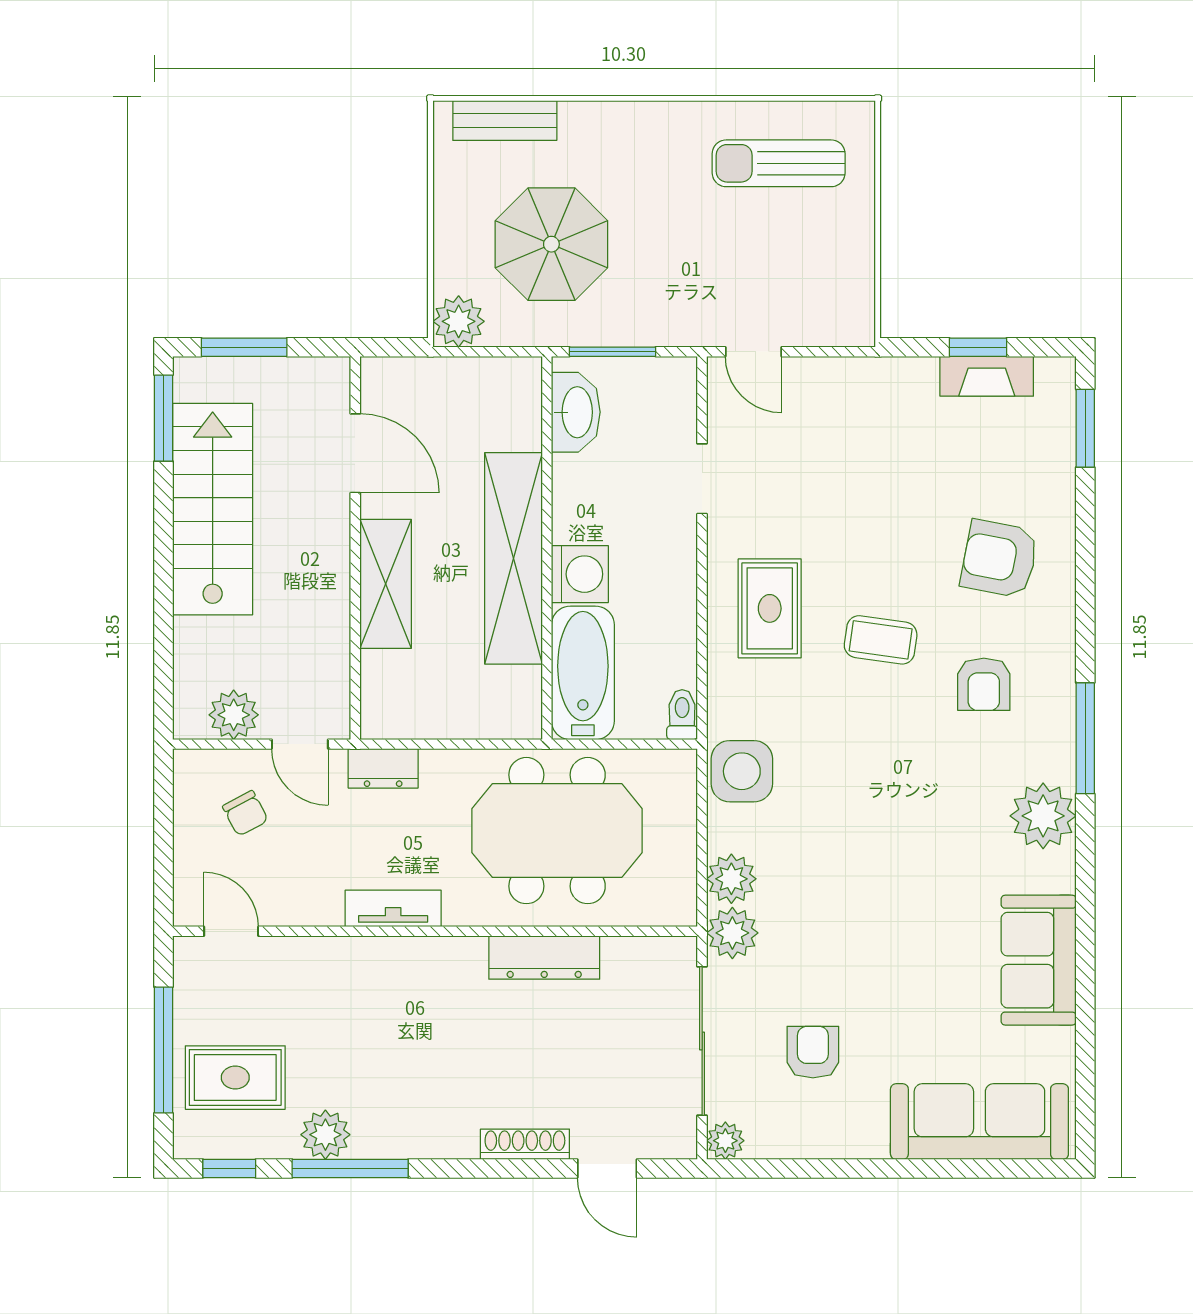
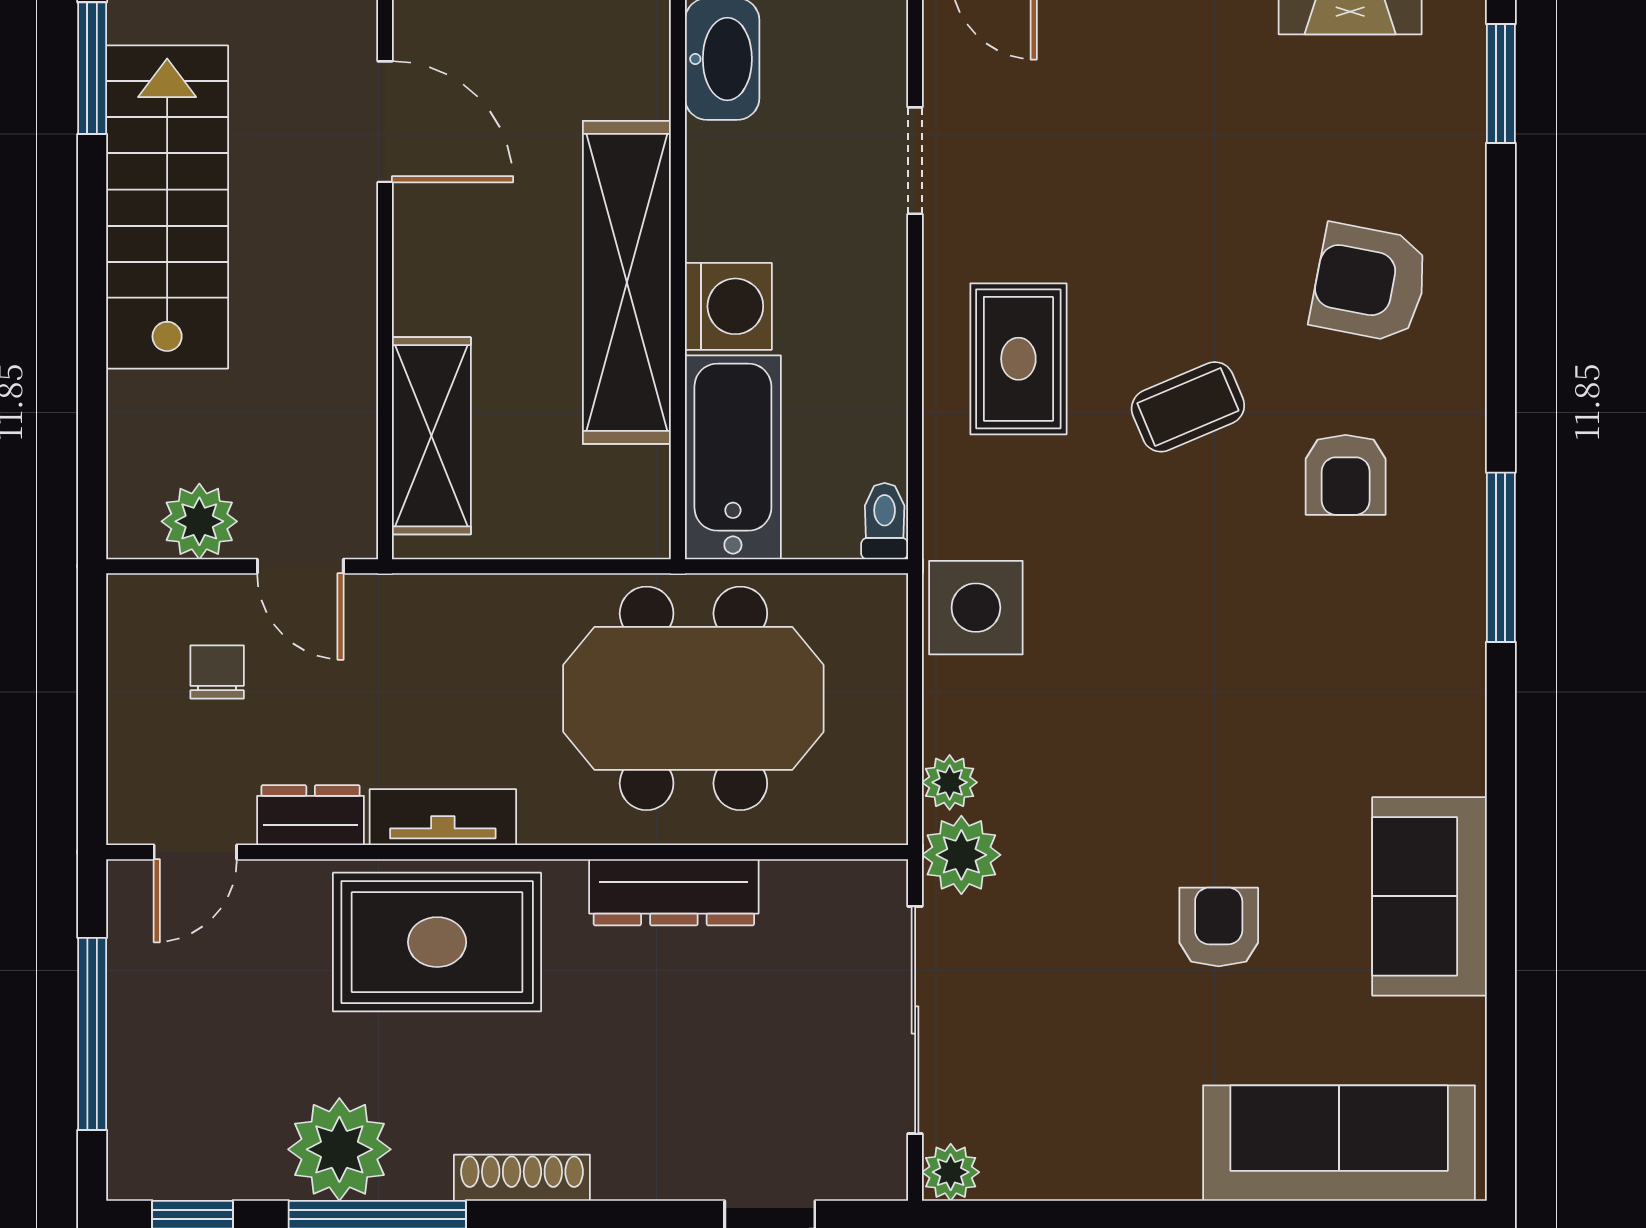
shelving: (386, 584) -> (431, 436), moved
coffee table: (881, 640) -> (1188, 407), turned -31
dresser: (383, 768) -> (311, 815), moved, turned 180
chair: (245, 813) -> (217, 672), turned -152
plant: (1043, 816) -> (1436, 676), removed
plant: (731, 879) -> (950, 782), width x0.73, depth x0.73
door: (231, 931) -> (195, 852), swing flipped
armchair: (813, 1052) -> (1219, 927), moved
rug: (235, 1078) -> (437, 942), moved, width x1.36, depth x1.43
plant: (325, 1135) -> (339, 1149), width x1.36, depth x1.36
shoe rack: (525, 1144) -> (522, 1178), moved

